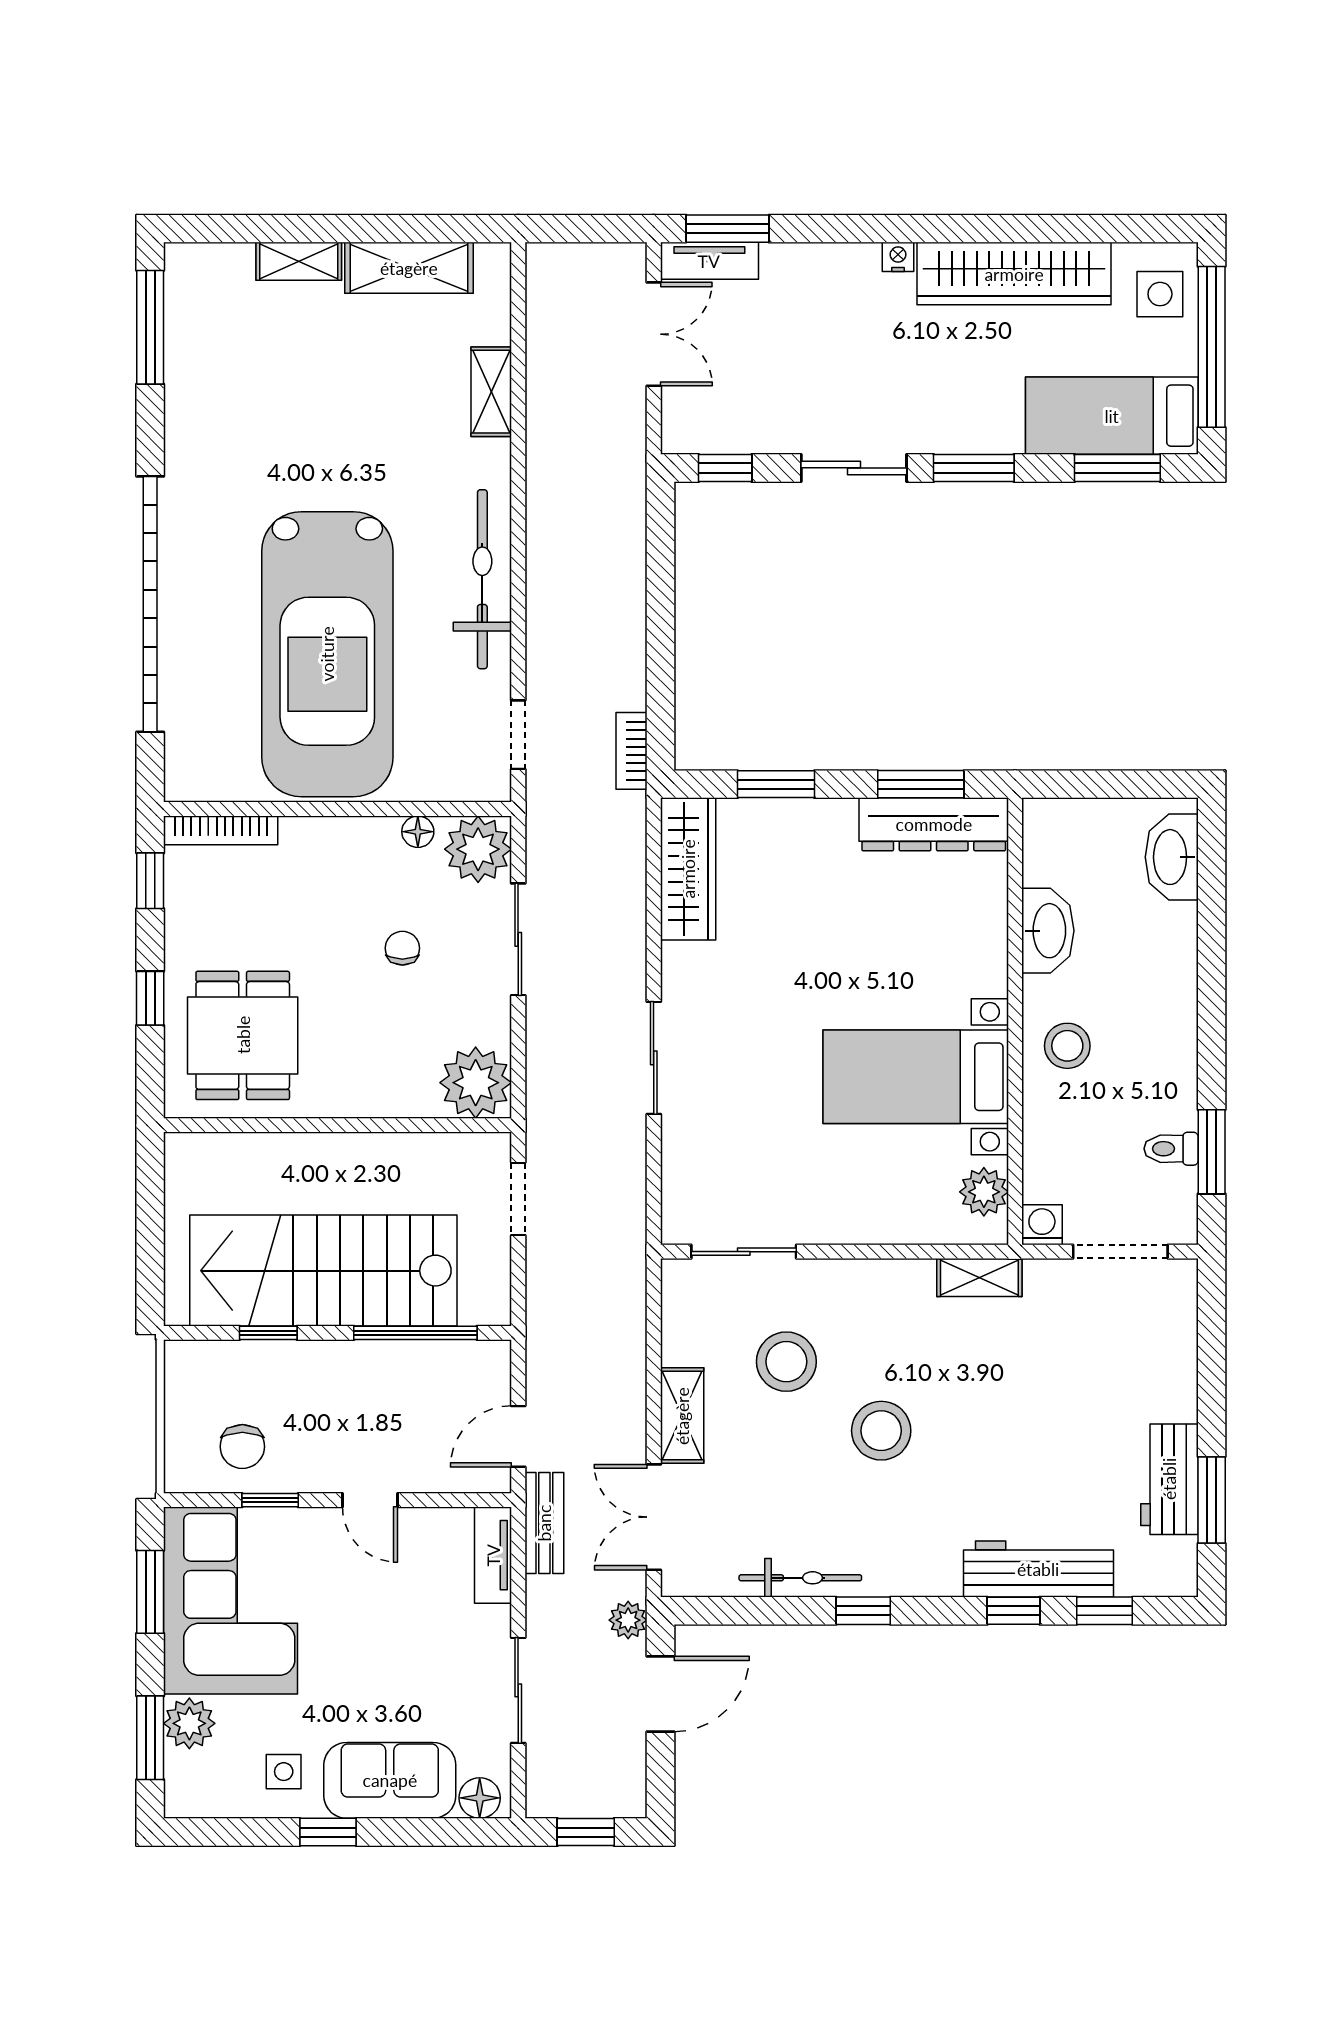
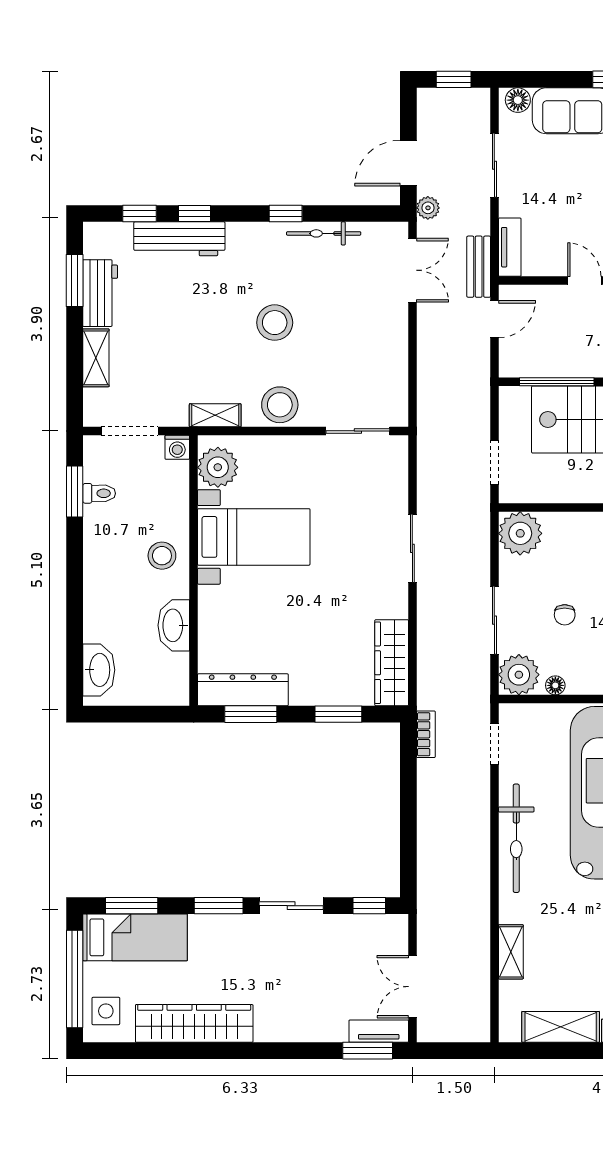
nightstand: (898, 257) -> (264, 1034), removed
plant: (984, 1192) -> (218, 467), width x1.36, depth x1.36
stool: (786, 1362) -> (280, 405), moved
shelving: (682, 1416) -> (96, 358), moved

